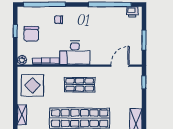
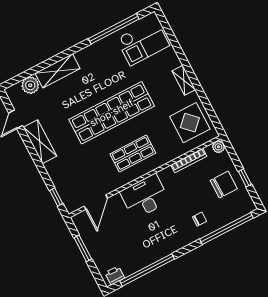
chair: (31, 34) -> (224, 185), turned 90
desk: (75, 53) -> (145, 197), moved

